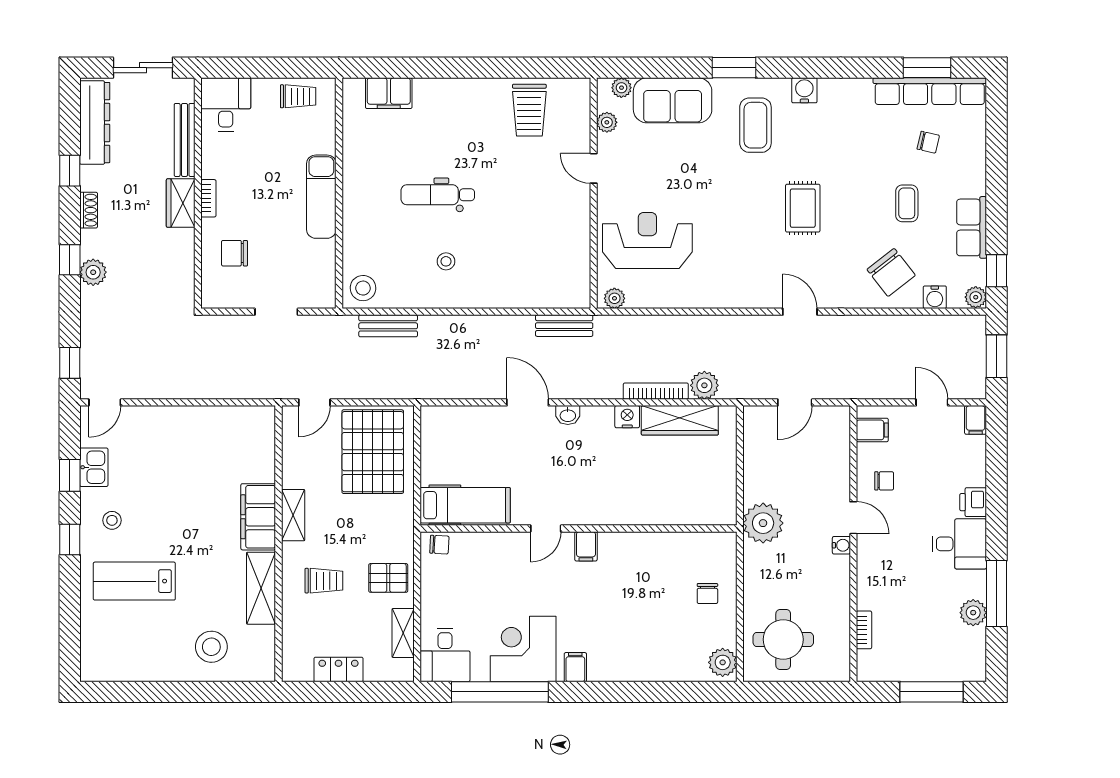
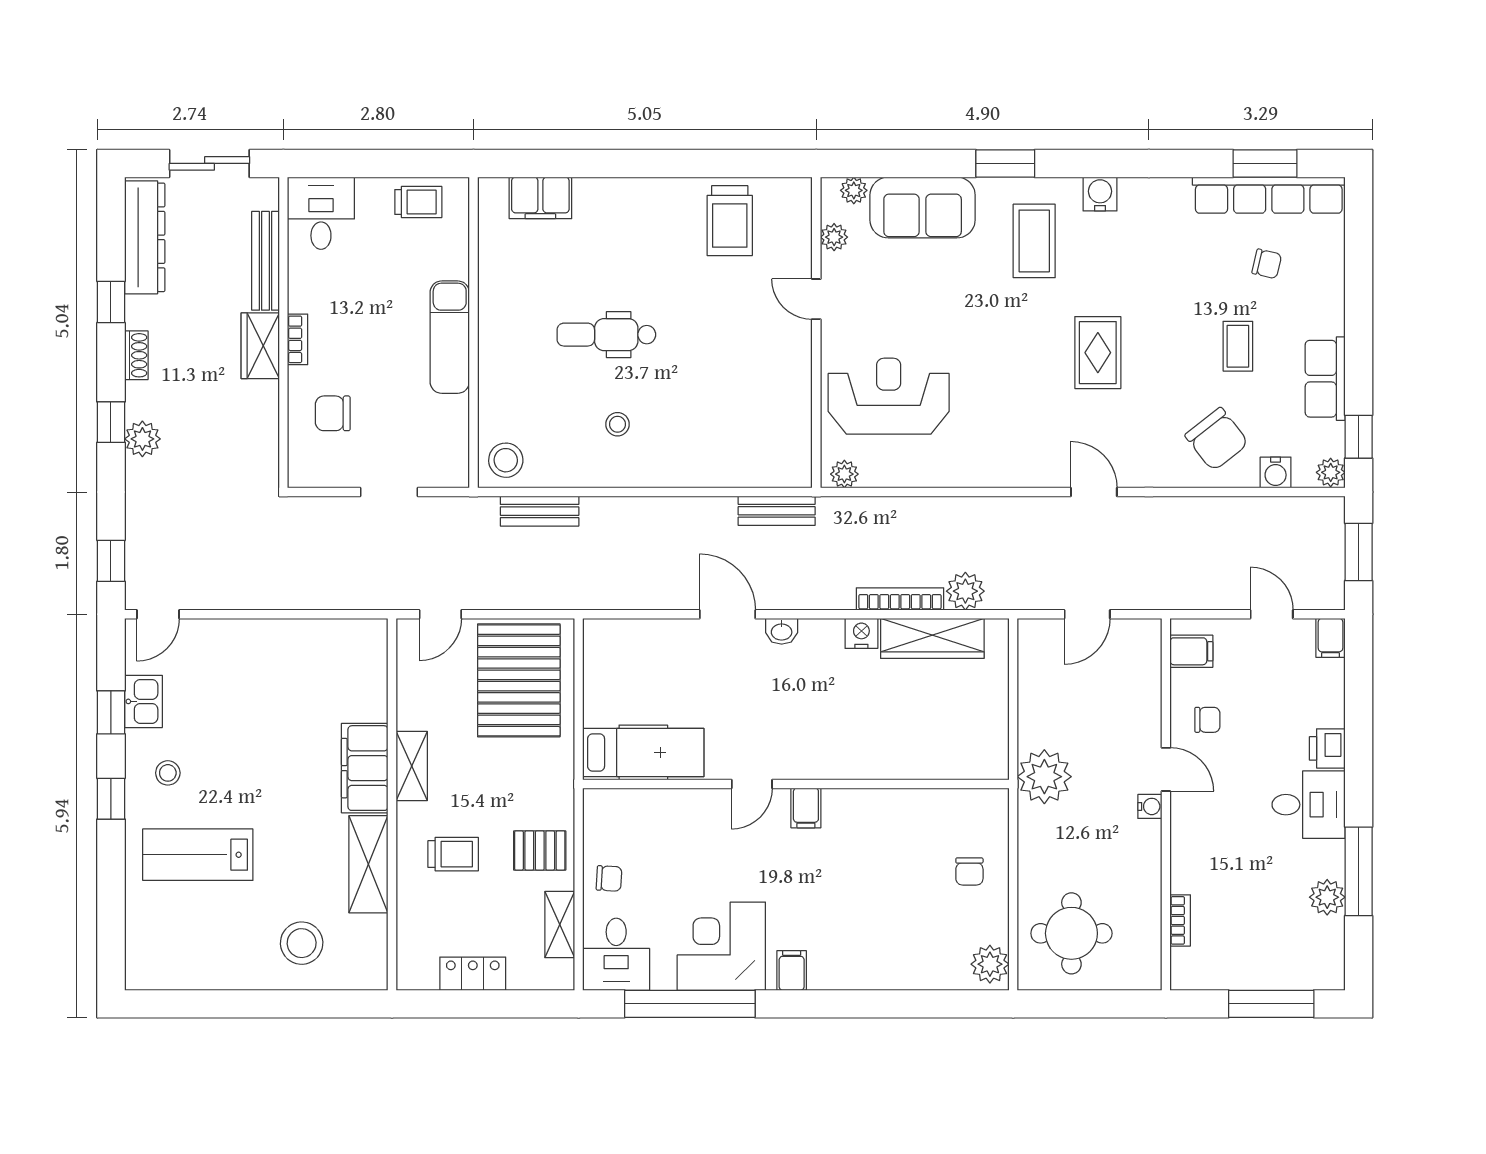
chair: (439, 545) -> (609, 878), moved

